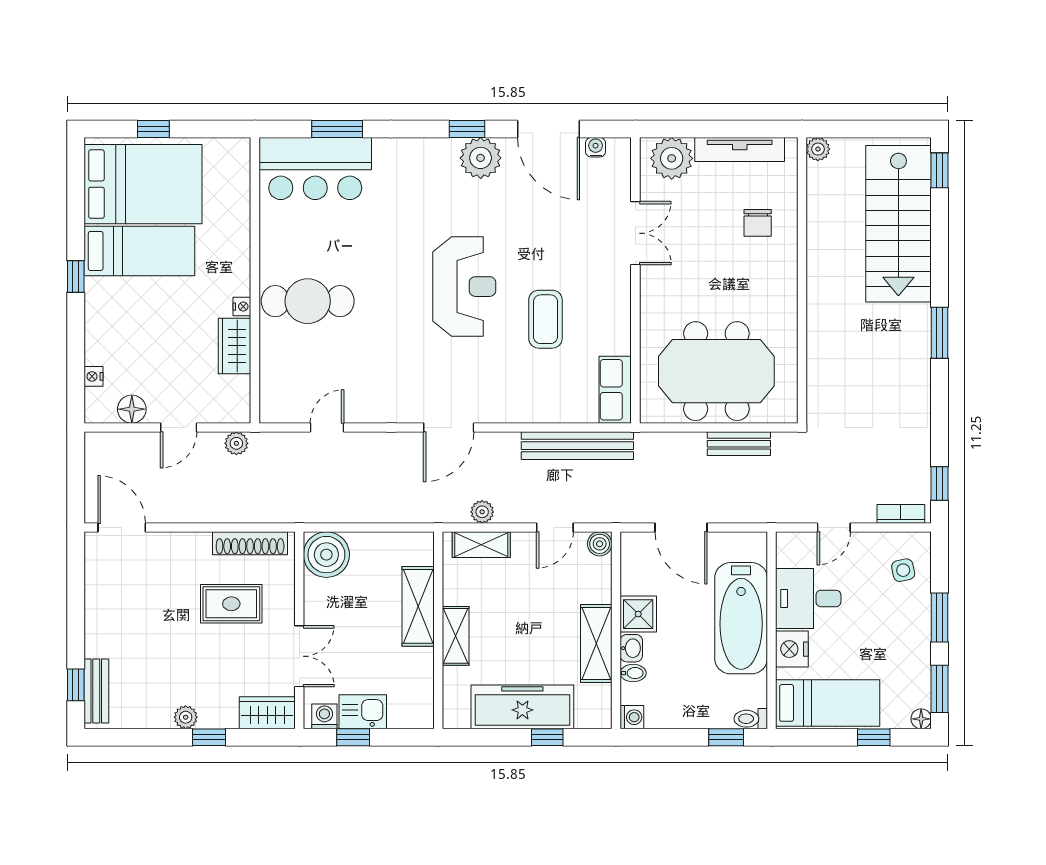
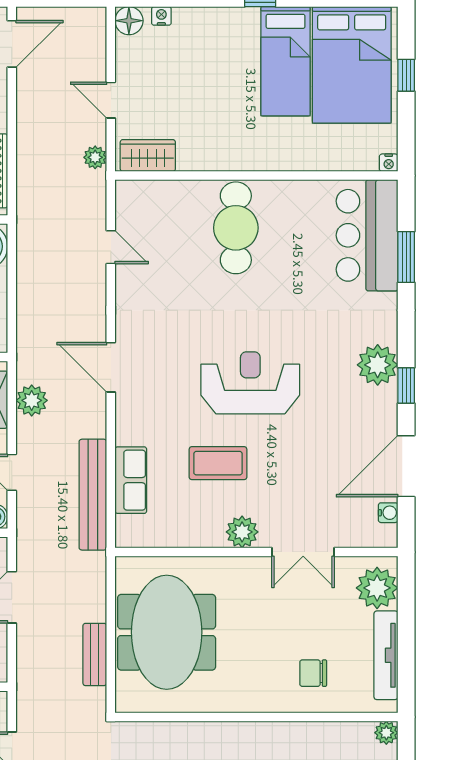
plant: (481, 158) -> (378, 365), moved
reception desk: (464, 287) -> (250, 383), turned 180
plant: (615, 295) -> (242, 532), added
nightstand: (242, 307) -> (389, 163), moved
wardrobe: (235, 346) -> (148, 156), moved
row of seats: (615, 390) -> (131, 480), moved, turned 90
floor lamp: (132, 409) -> (129, 21), moved
plant: (482, 512) -> (32, 400), width x1.38, depth x1.38

